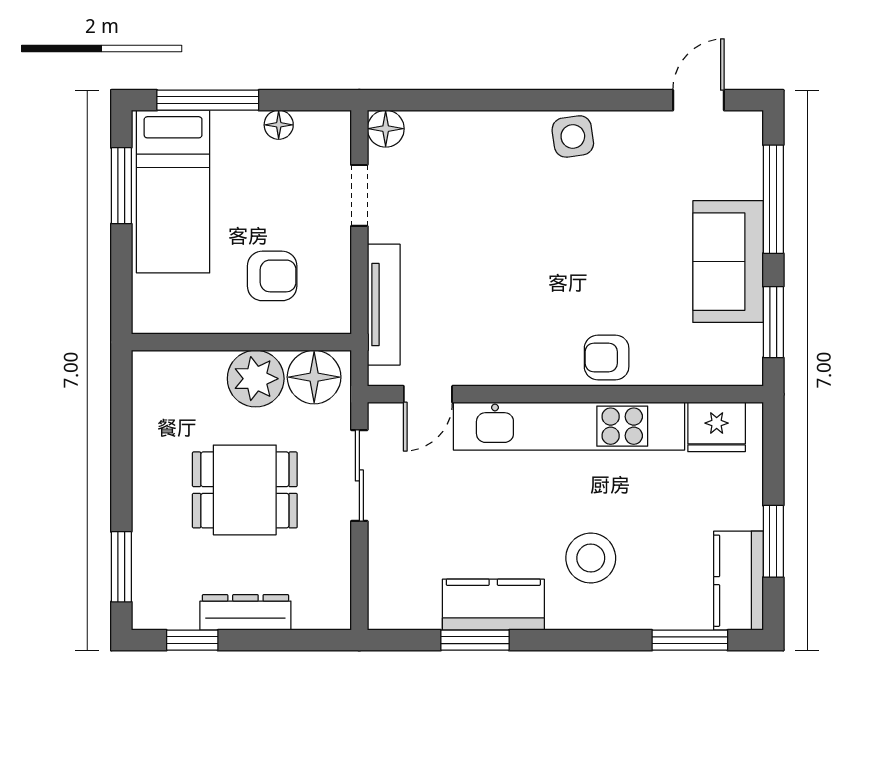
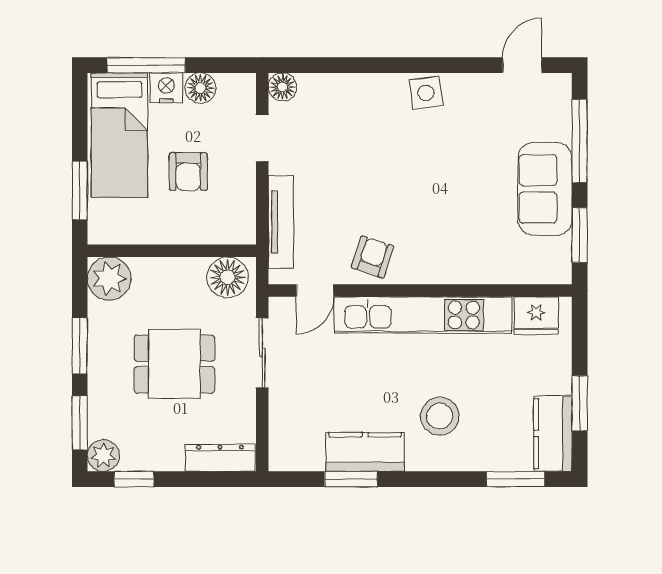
floor lamp: (279, 125) -> (200, 88), width x1.37, depth x1.37
nightstand: (234, 130) -> (166, 88), added
window: (121, 186) -> (80, 191), moved
armchair: (272, 276) -> (188, 172), moved, turned 90
armchair: (607, 357) -> (373, 257), moved, turned 108
plant: (256, 379) -> (109, 279), moved
window: (121, 466) -> (80, 346), added
plant: (152, 609) -> (103, 455), added
dresser: (245, 612) -> (220, 458), moved

